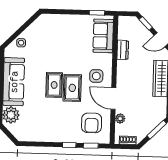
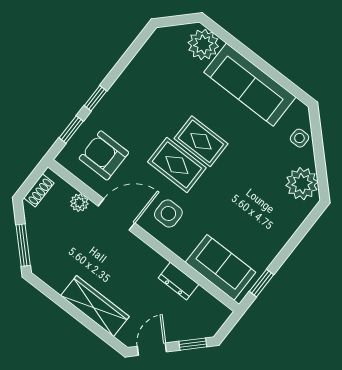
plant: (40, 27) -> (302, 184), added

